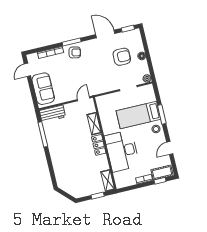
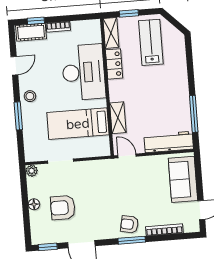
door: (84, 99) -> (127, 156), swing flipped
workbench: (52, 114) -> (169, 142), width x1.38
bed: (138, 115) -> (78, 124), moved, turned 180
locker: (99, 145) -> (114, 64), moved
lab bench: (80, 178) -> (151, 42), added

